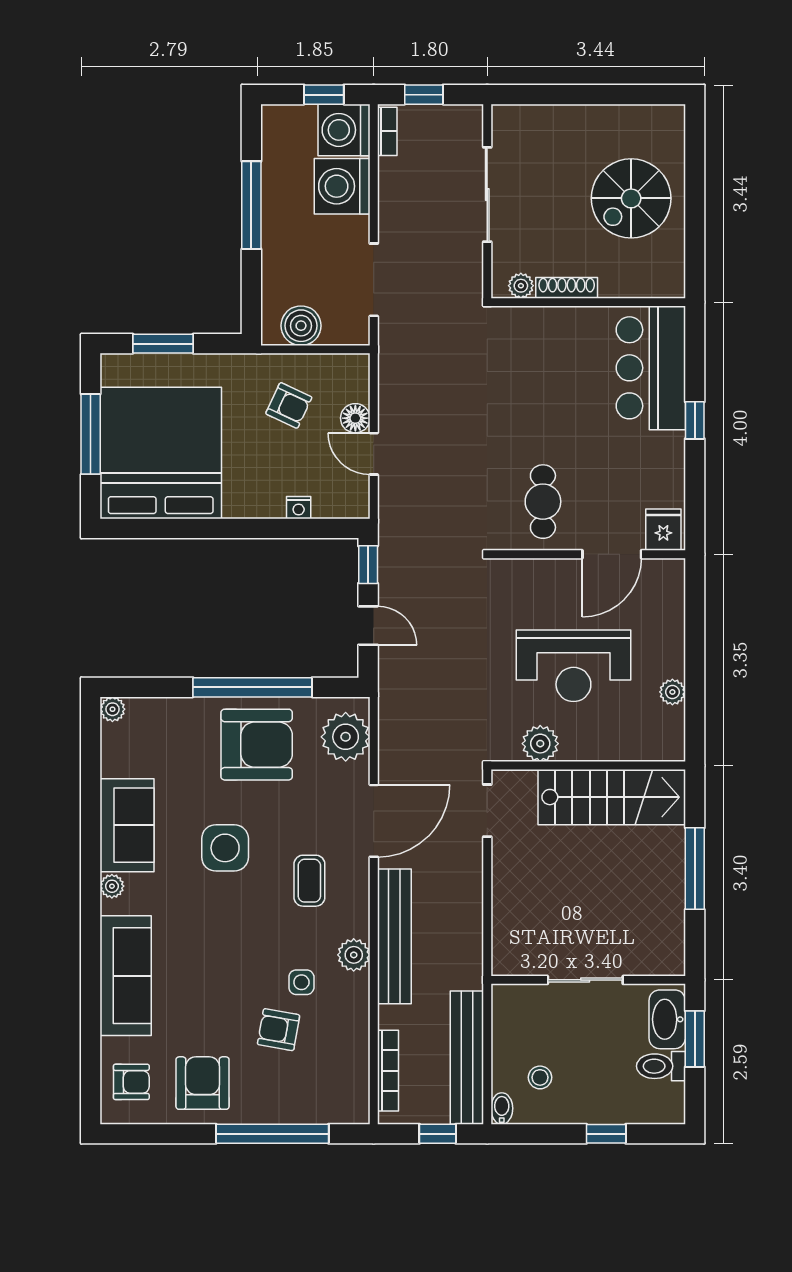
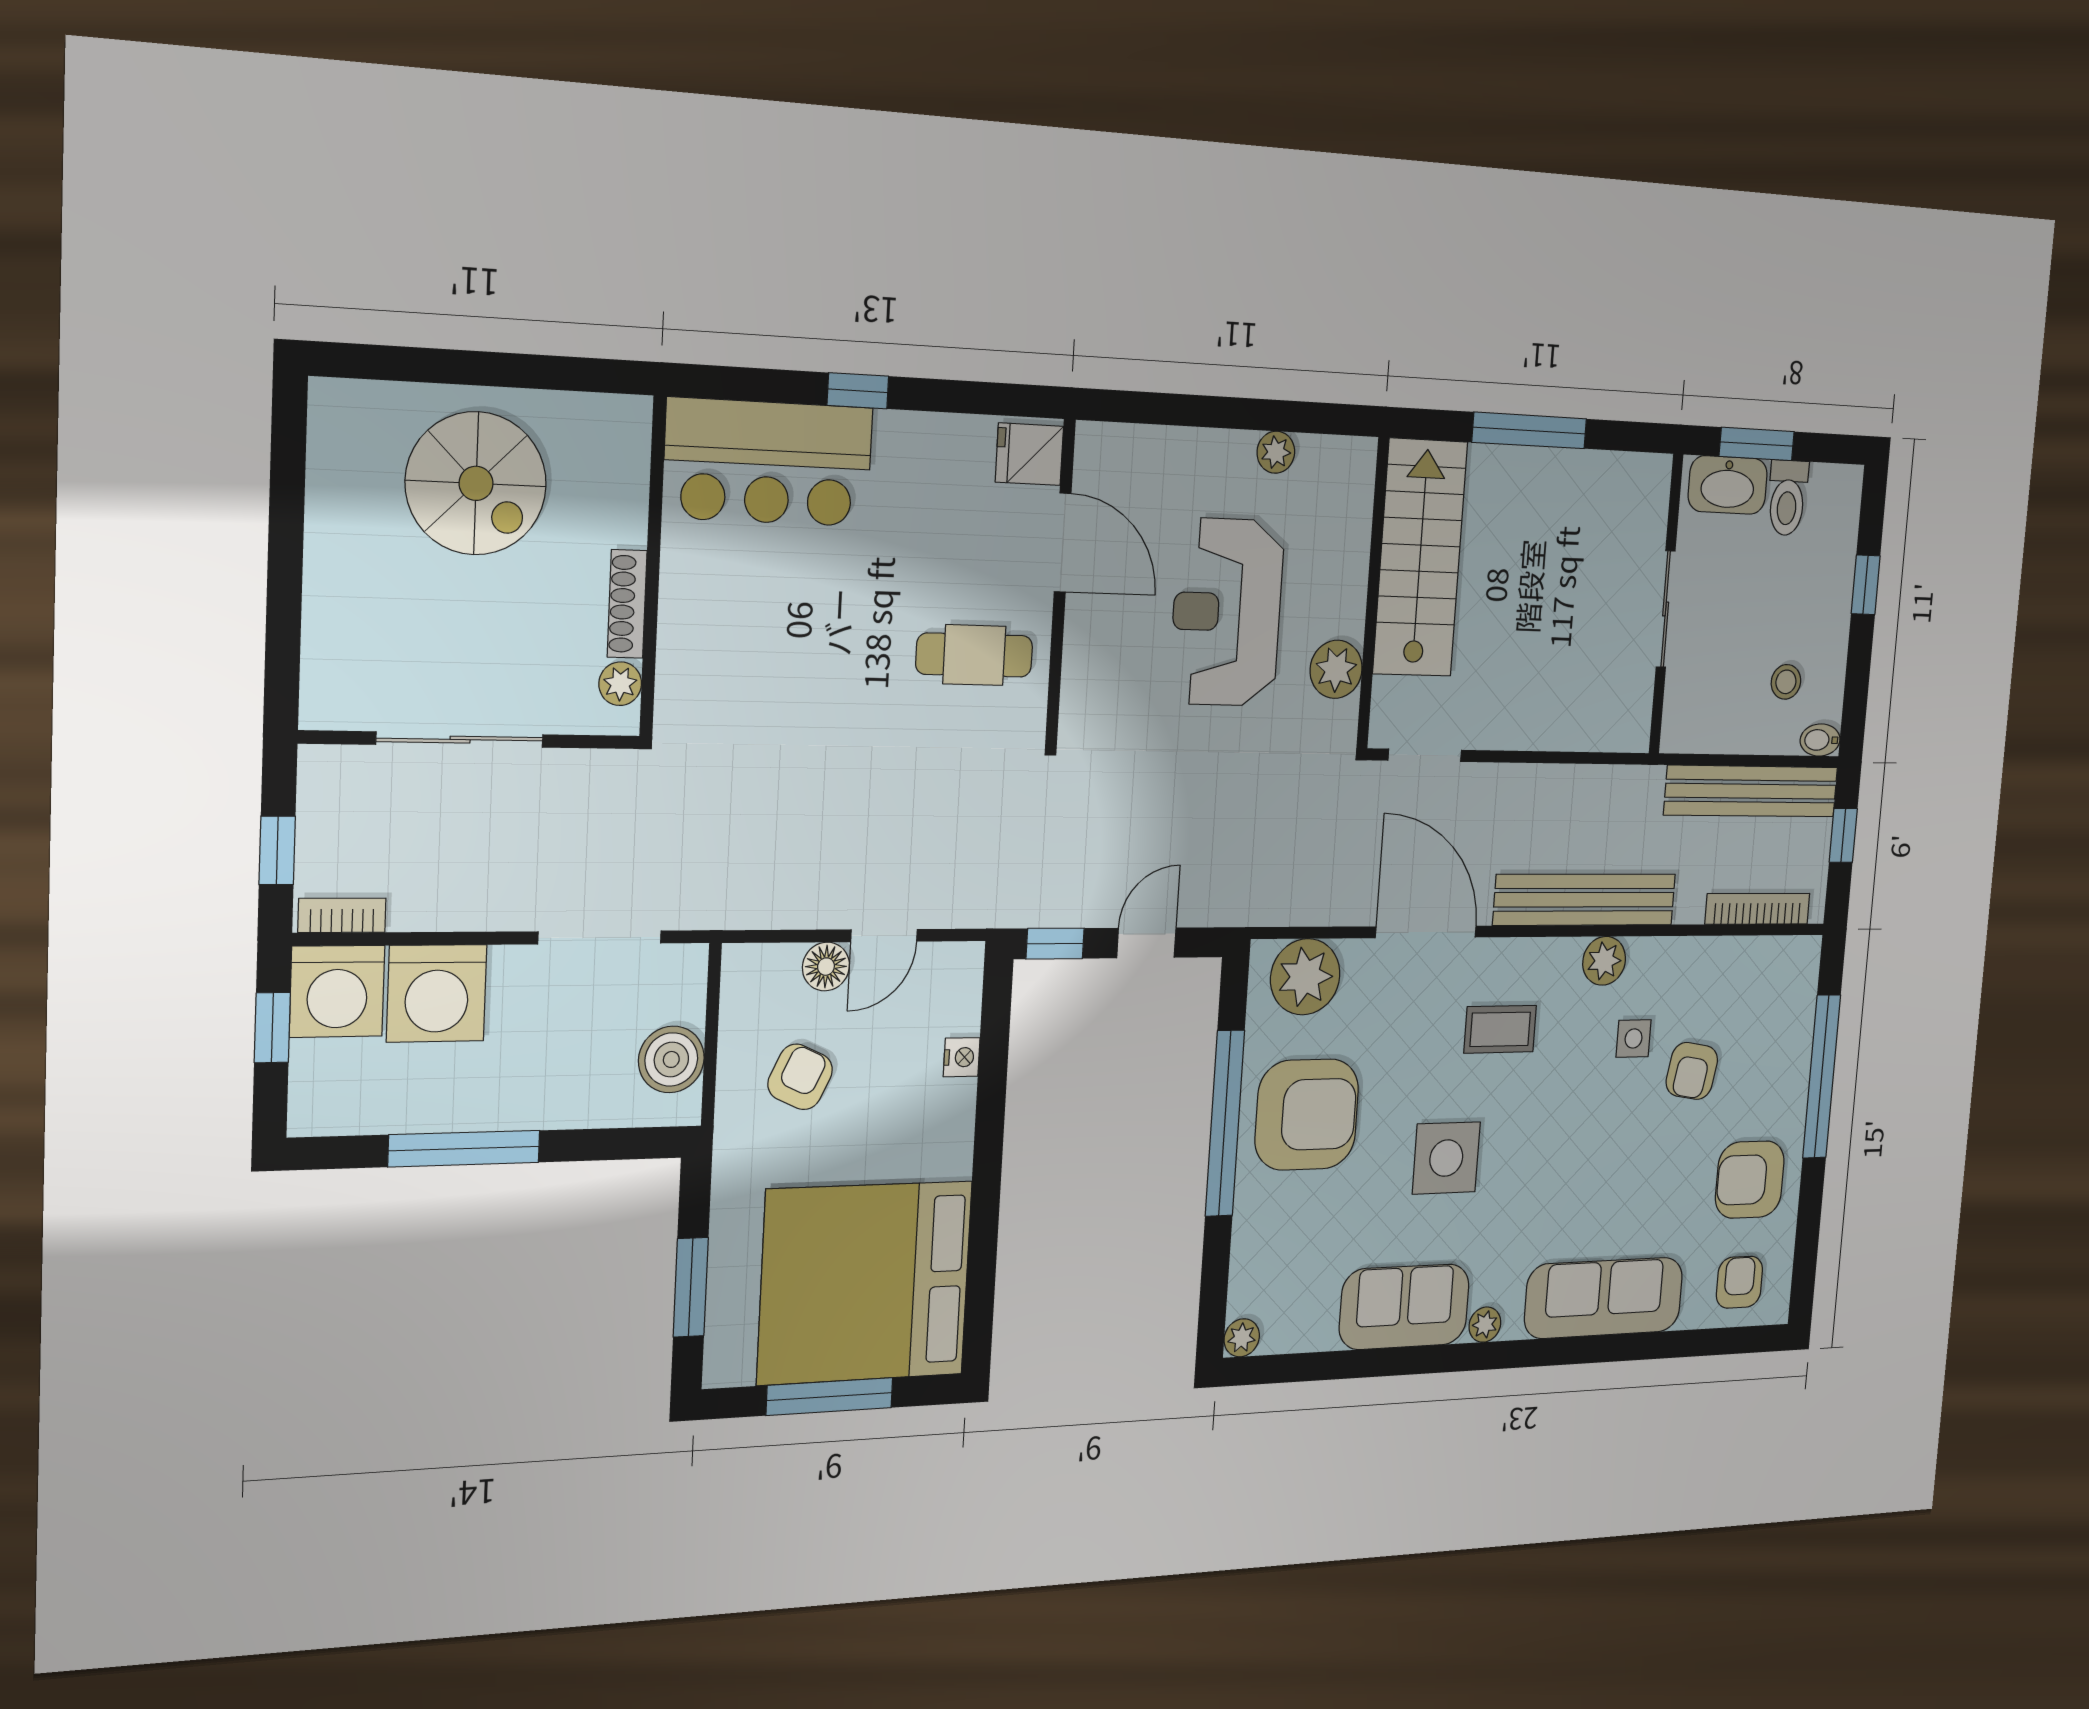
reception desk: (573, 666) -> (1227, 612), turned 180
armchair: (257, 745) -> (1307, 1115), turned 90

